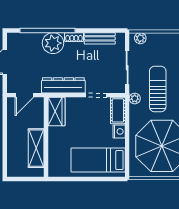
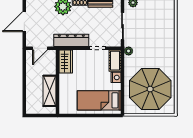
sun lounger: (158, 89) -> (147, 43), removed

